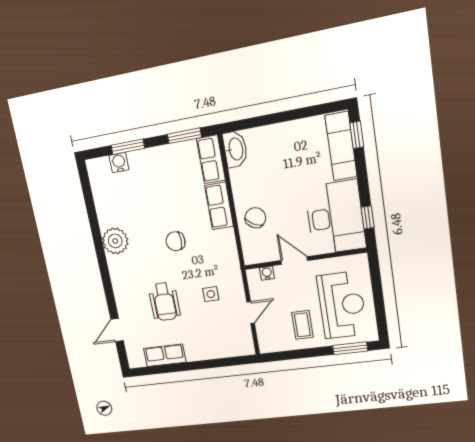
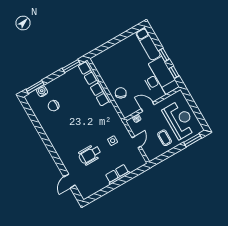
window: (357, 135) -> (164, 55), moved
window: (128, 147) -> (35, 87), moved
washbasin: (235, 149) -> (99, 63), removed
plant: (115, 241) -> (53, 132), removed
chair: (176, 241) -> (54, 106), moved
wheelchair: (164, 302) -> (90, 155), turned 90
row of seats: (165, 355) -> (117, 174), moved

